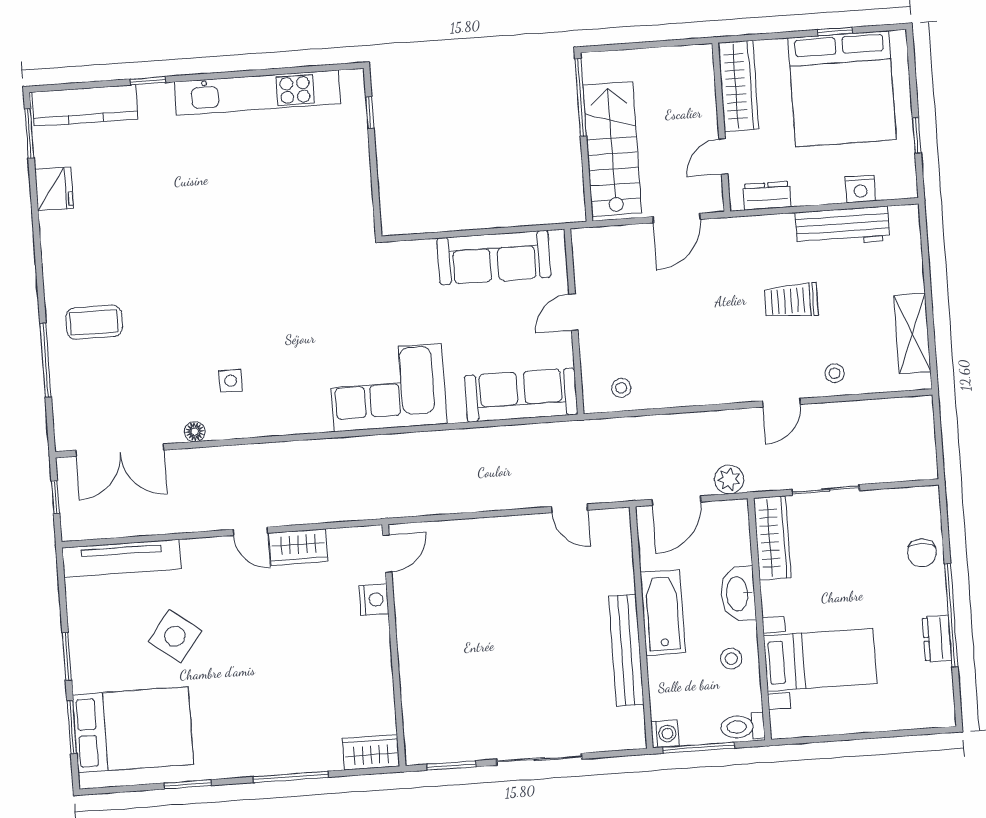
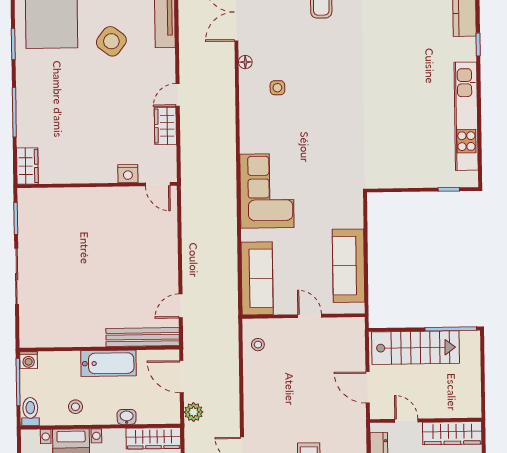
washbasin: (738, 594) -> (127, 417), width x0.52, depth x0.69
bench: (626, 650) -> (143, 337), moved

